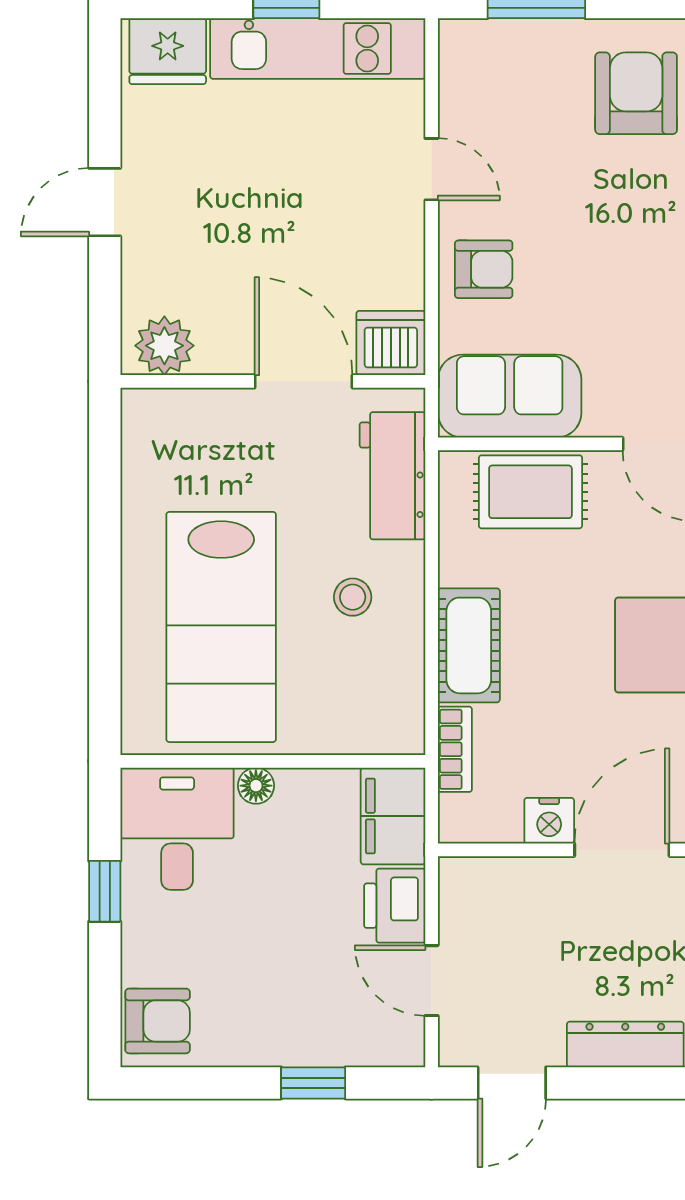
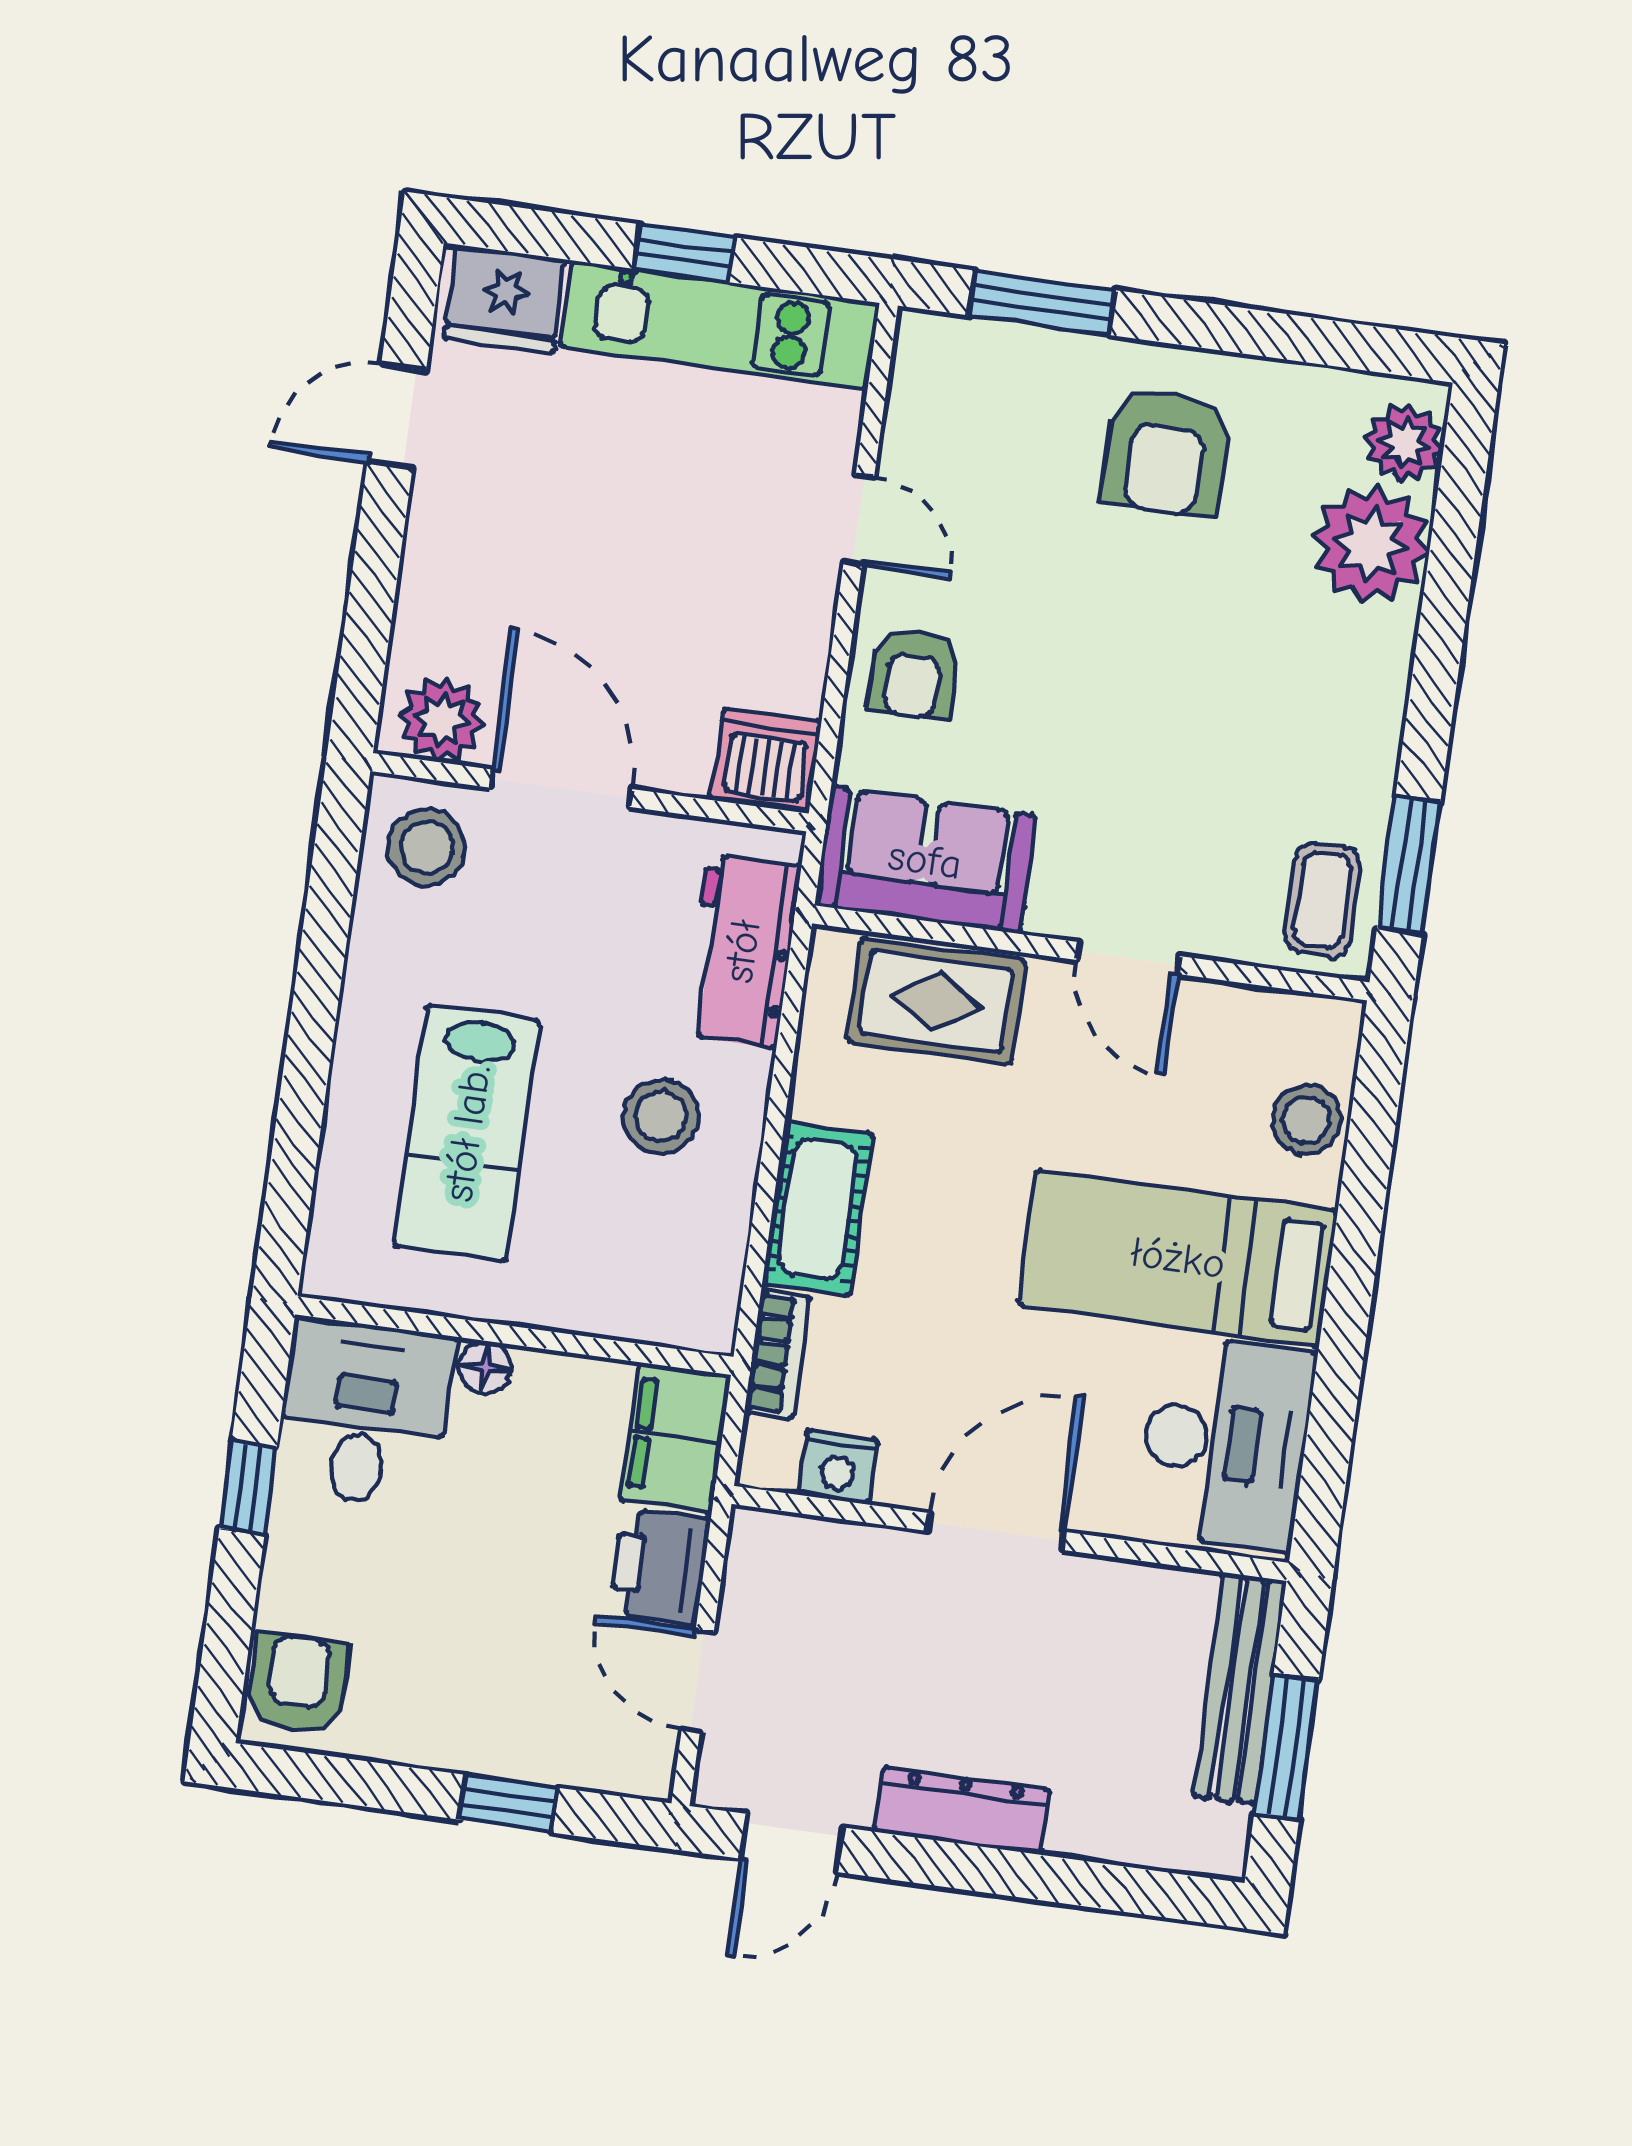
armchair: (636, 93) -> (1166, 452), turned 180
door: (105, 202) -> (397, 416), moved
armchair: (484, 269) -> (913, 674), turned 90
door: (304, 381) -> (561, 788), moved
stool: (166, 435) -> (427, 847), added
stool: (353, 597) -> (661, 1117), width x1.37, depth x1.37
lab bench: (221, 627) -> (467, 1133), width x0.73, depth x0.72
nightstand: (549, 821) -> (838, 1467), moved
armchair: (158, 1021) -> (298, 1684), turned -90

